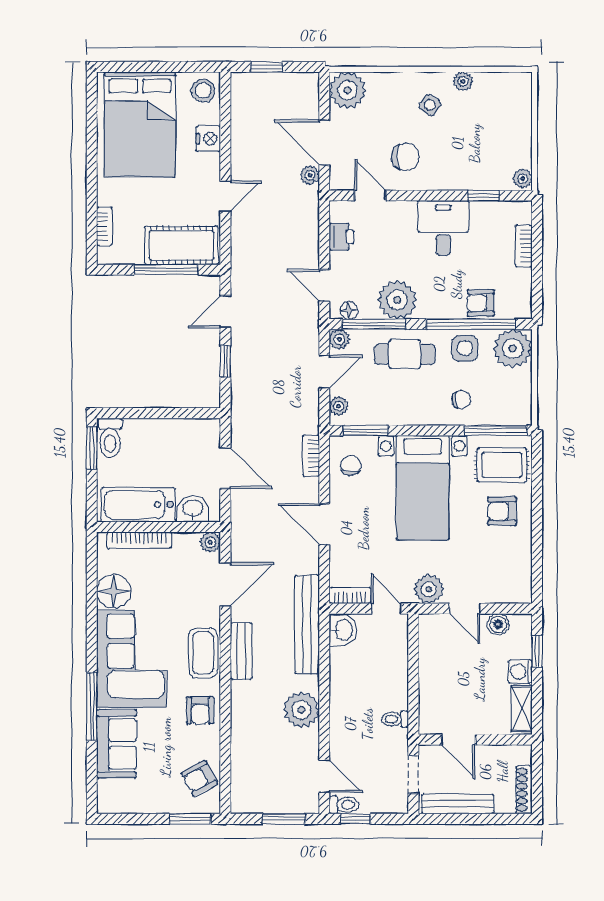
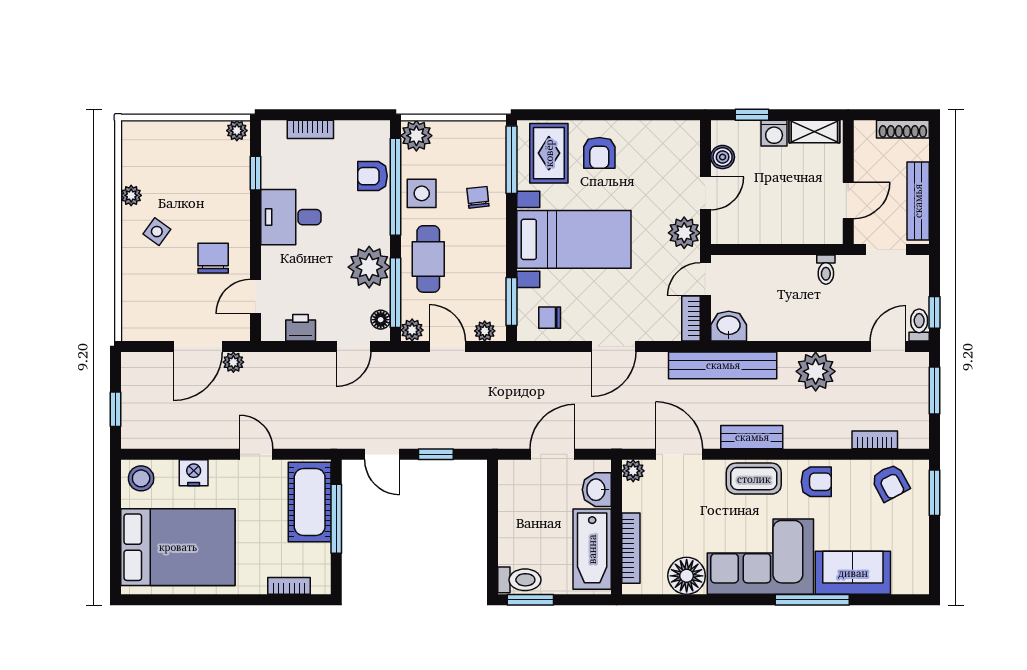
plant: (348, 90) -> (141, 321), removed
armchair: (481, 303) -> (372, 176), turned 90
plant: (513, 348) -> (416, 136), width x0.73, depth x0.73
bookcase: (311, 456) -> (875, 440), moved, turned 180

